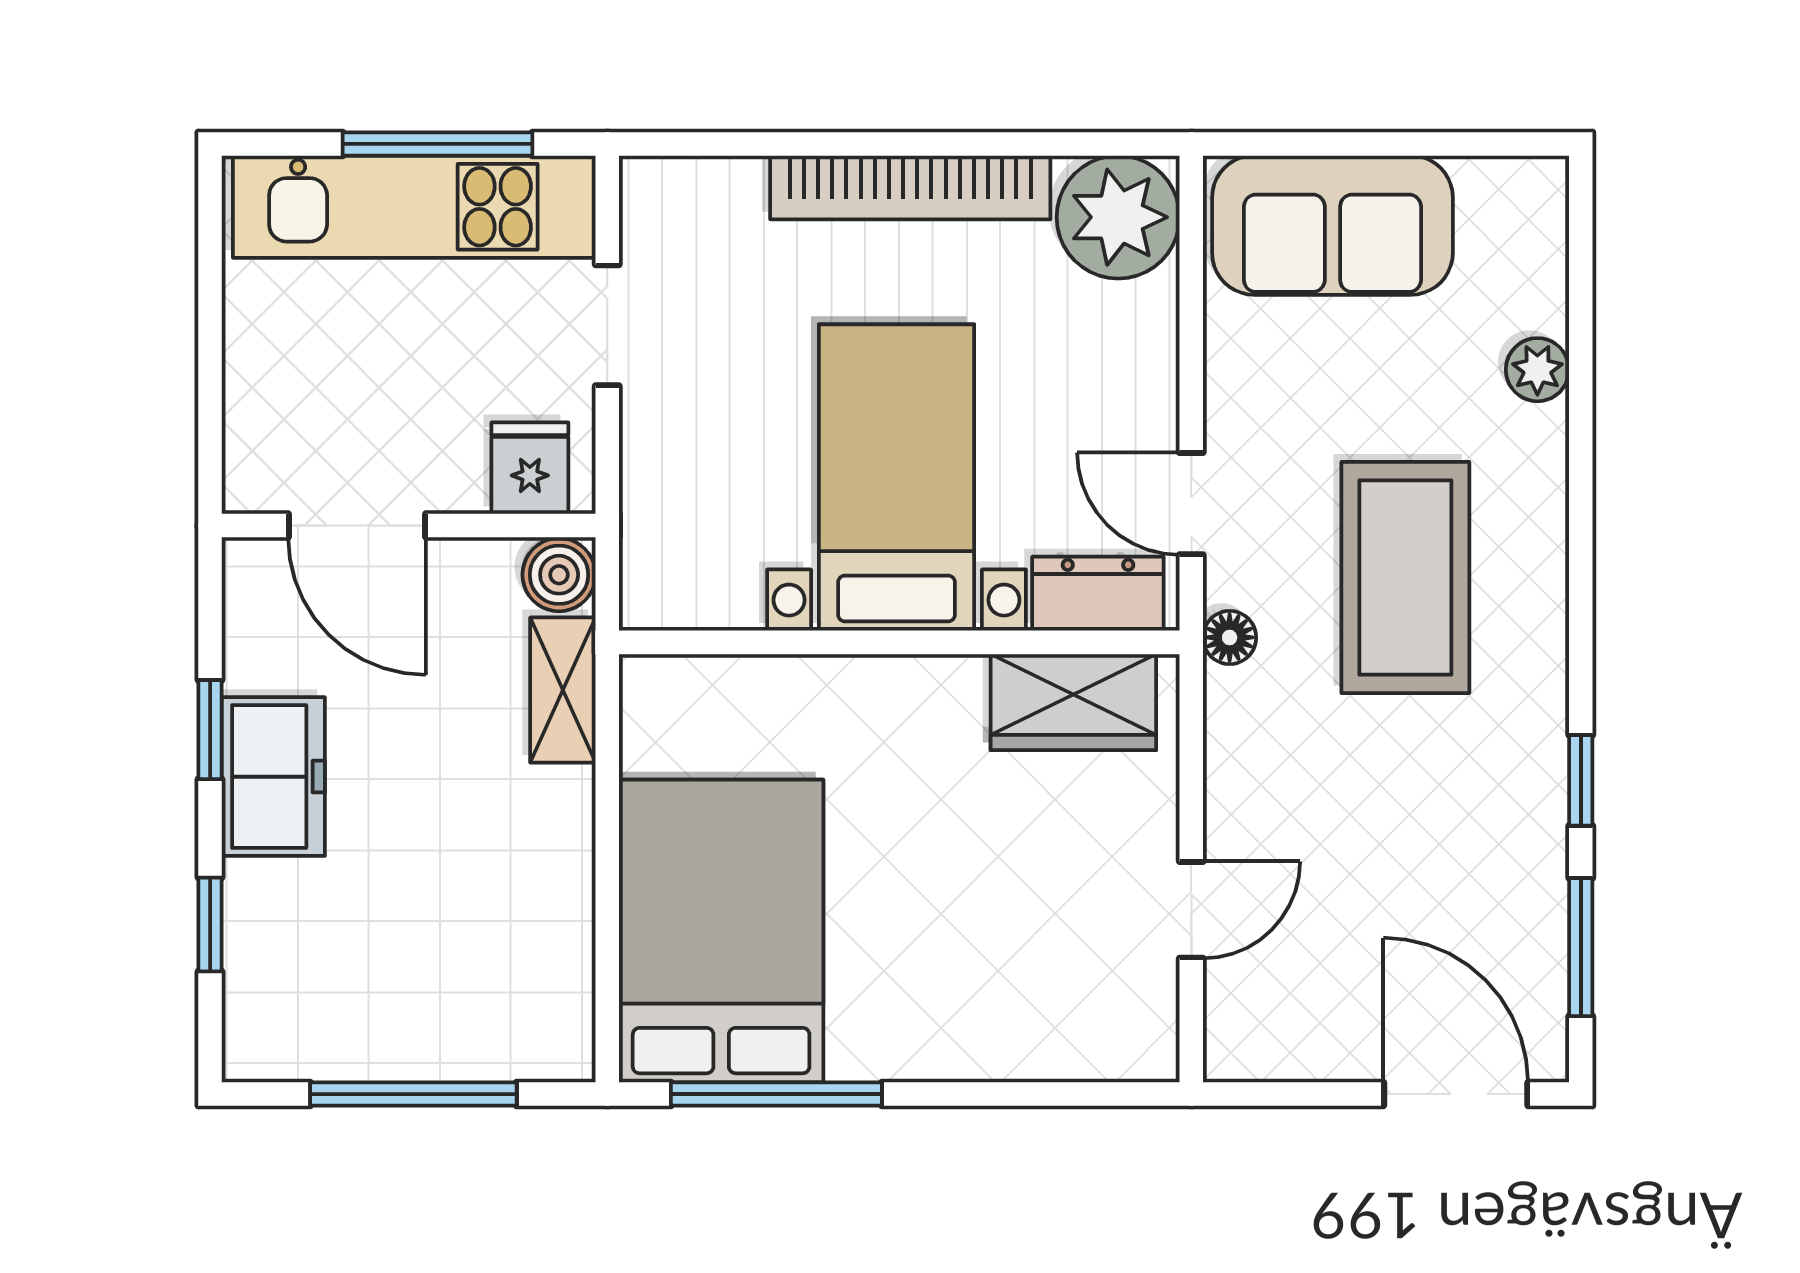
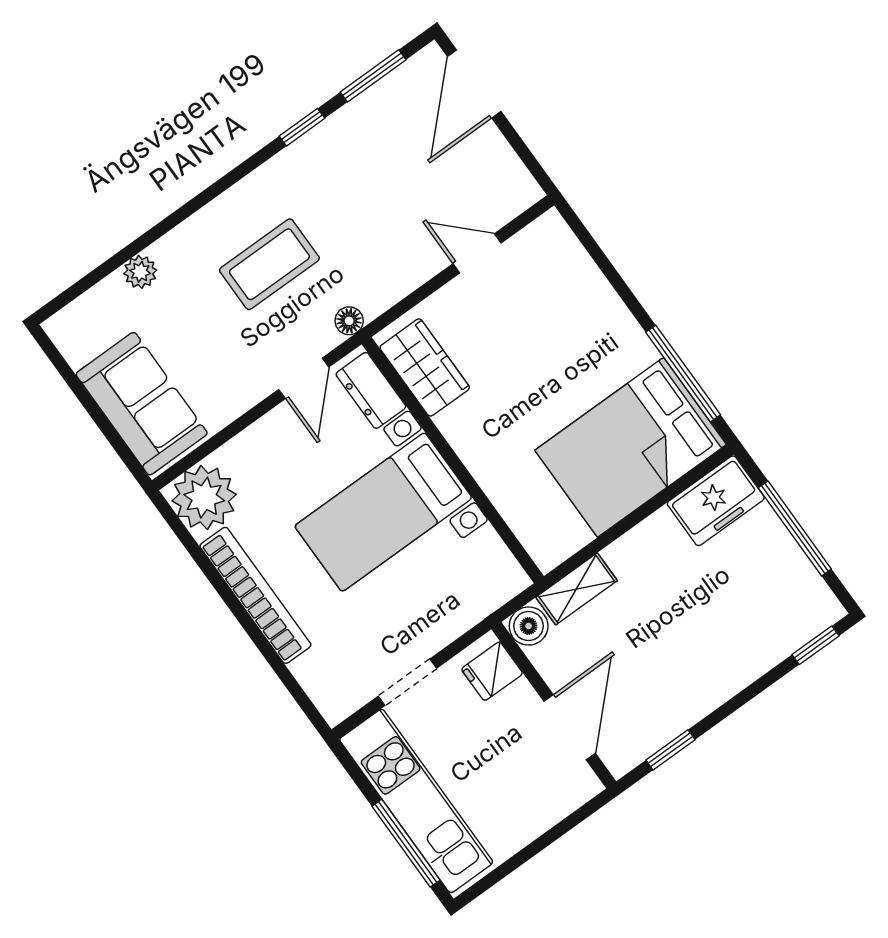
window: (437, 144) -> (406, 843), moved
coffee table: (1405, 578) -> (269, 264), width x0.73, depth x0.76
window: (210, 730) -> (671, 750), moved
freezer: (273, 777) -> (716, 501), moved, turned 180
window: (210, 924) -> (816, 645), moved

